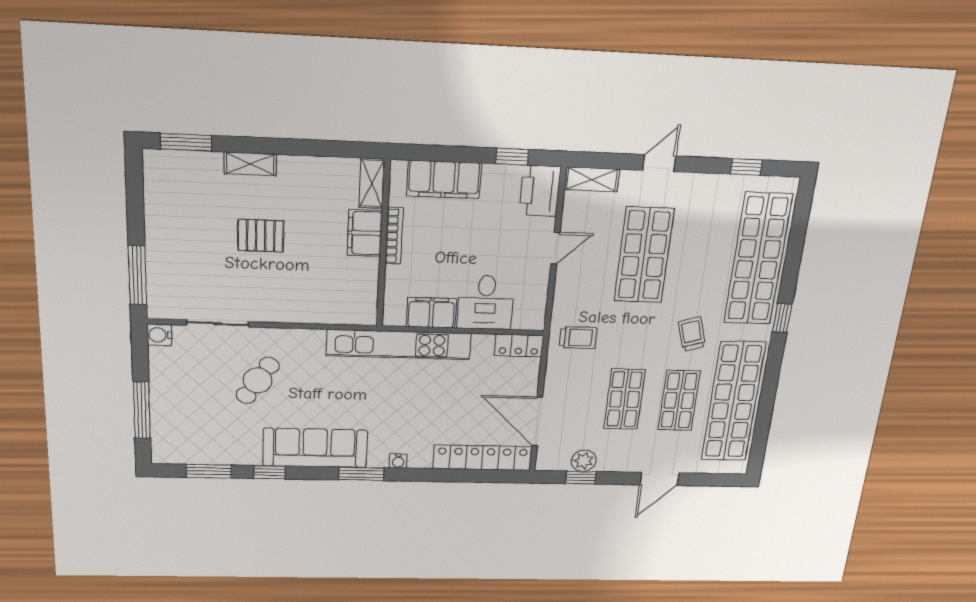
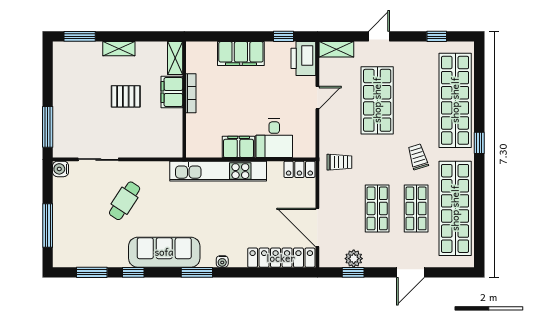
shelving: (372, 183) -> (175, 58), moved
filing cabinet: (365, 233) -> (172, 92), moved
bookcase: (394, 236) -> (191, 93), moved
wall: (383, 245) -> (184, 100), moved

